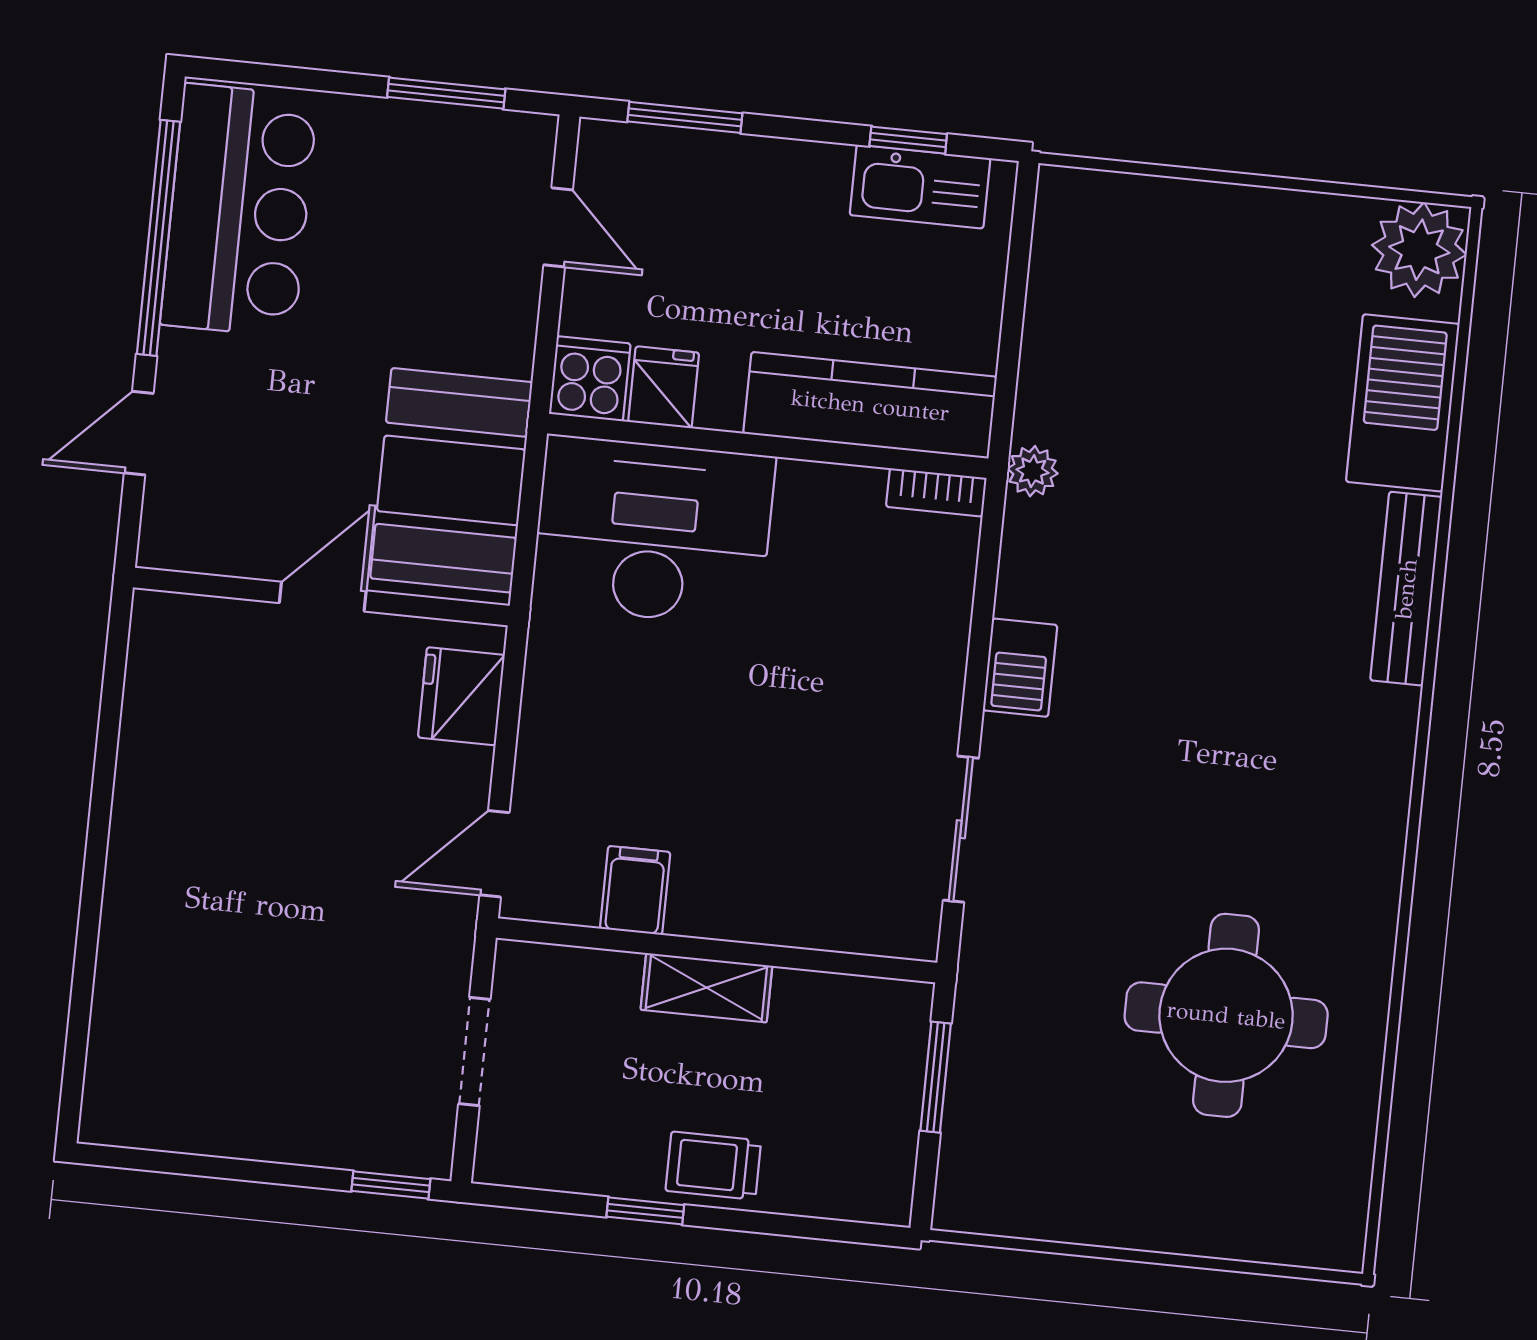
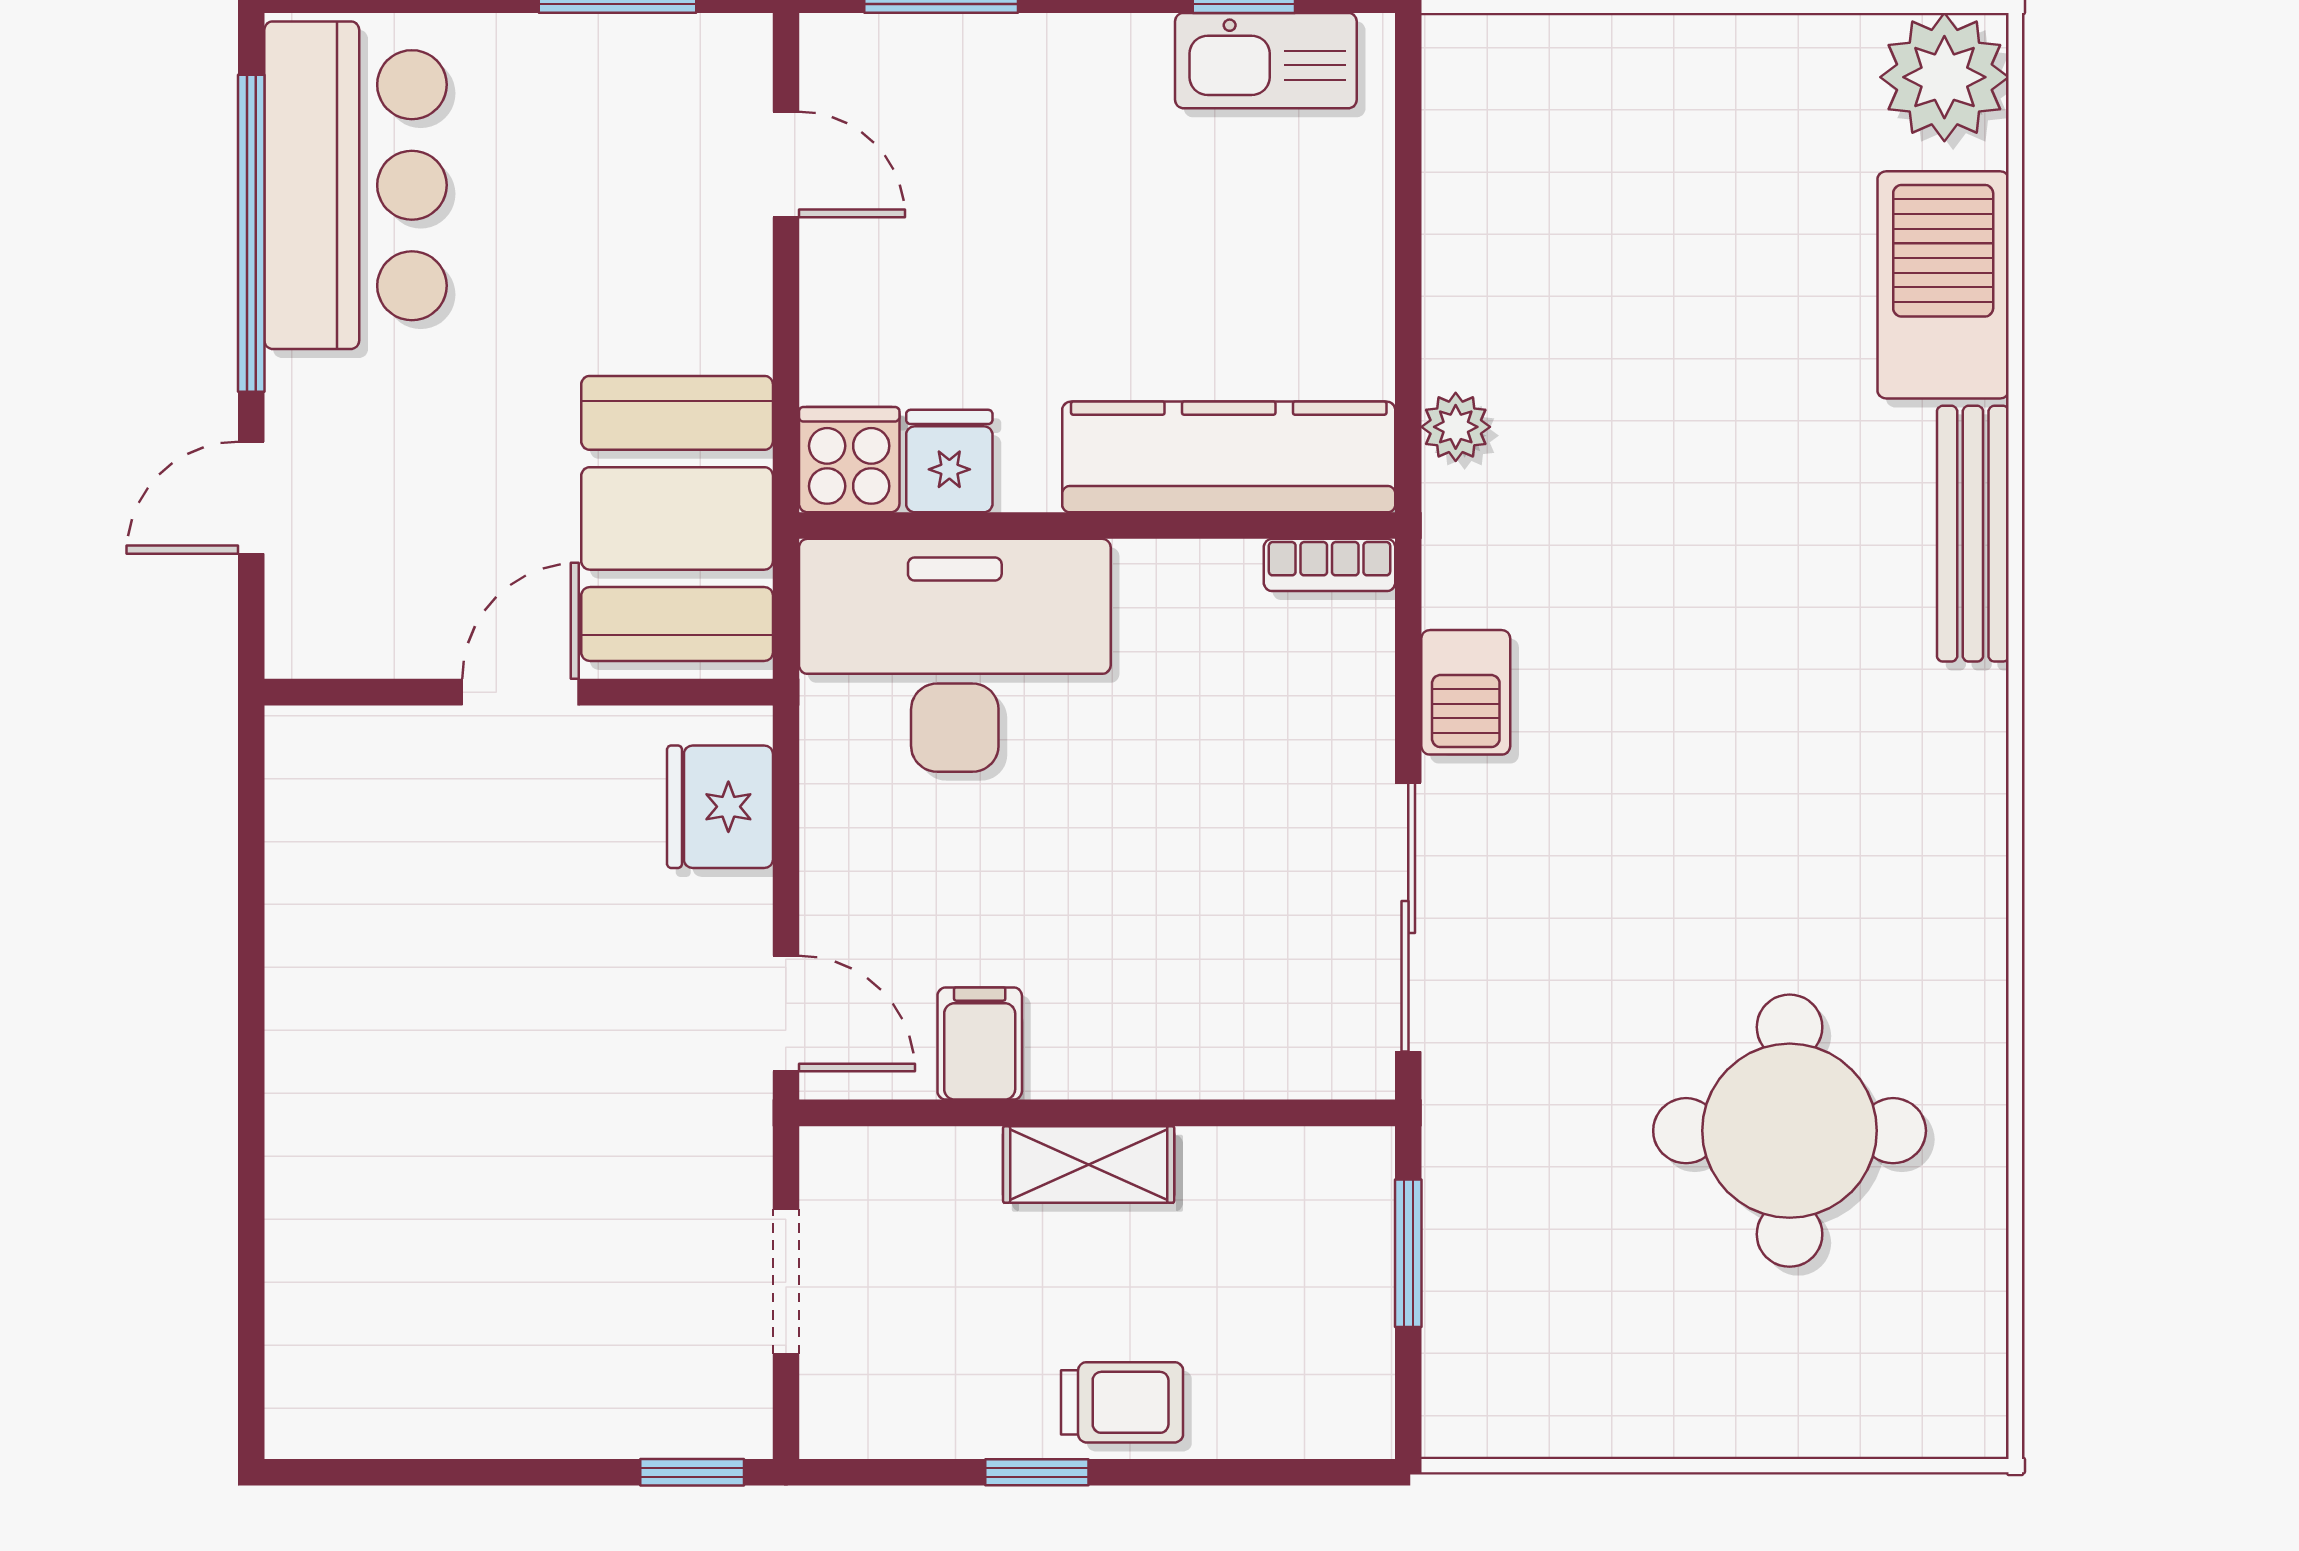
cooker: (590, 379) -> (849, 460), moved
fridge: (664, 387) -> (949, 461), moved
kitchen counter: (870, 405) -> (1229, 457), moved
wall: (768, 446) -> (1097, 526), moved
bookcase: (936, 492) -> (1330, 565), moved
desk: (653, 531) -> (955, 655), moved
sliding door: (961, 829) -> (1408, 917), width x1.37
door: (494, 854) -> (786, 1014), swing flipped
trolley: (713, 1166) -> (1122, 1402), turned 180

